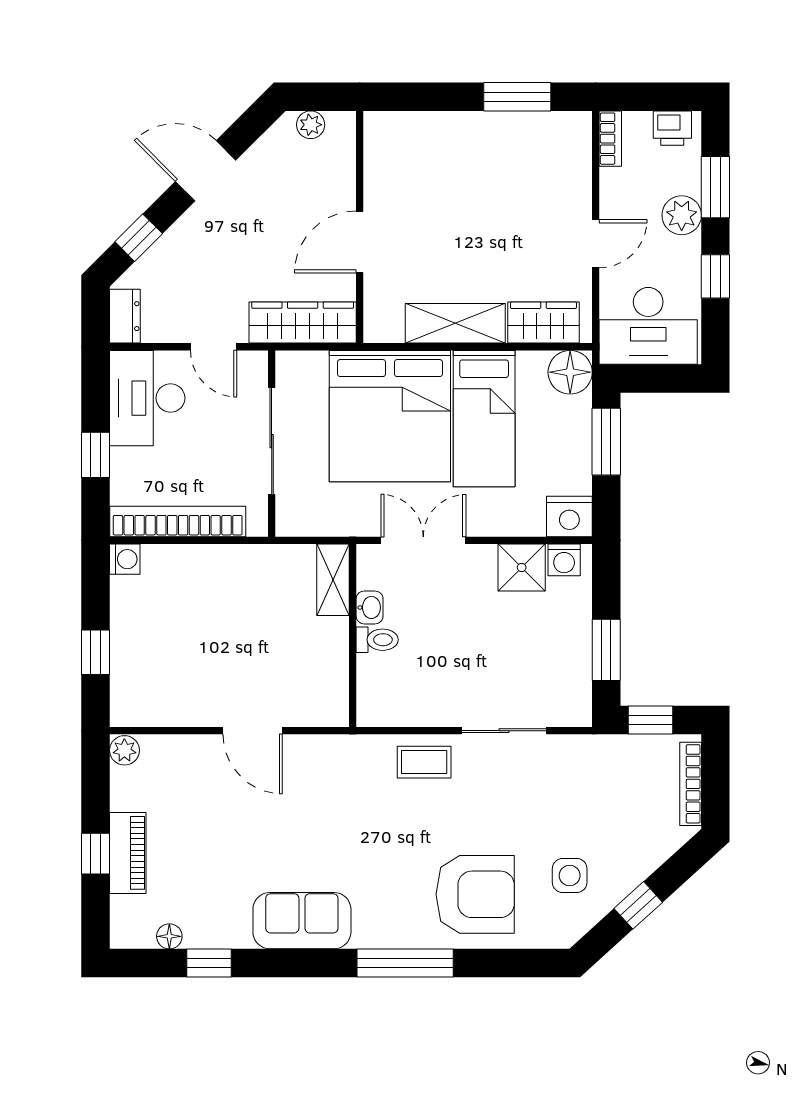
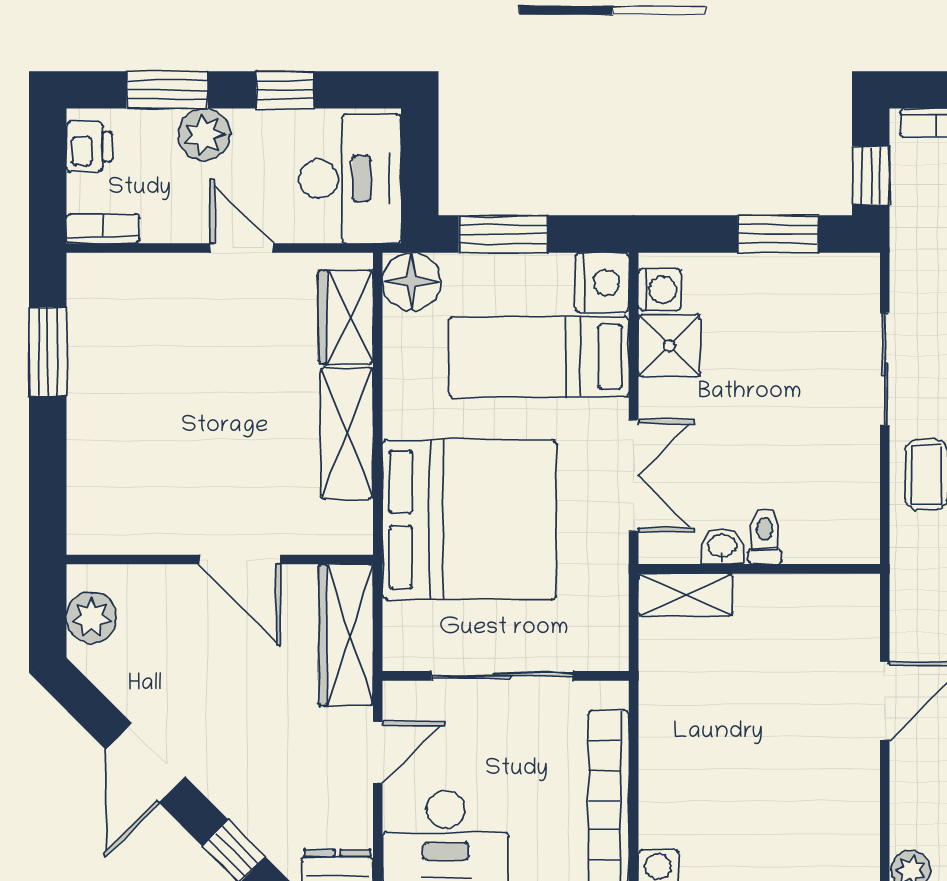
plant: (311, 125) -> (92, 618), width x1.38, depth x1.38
bed: (484, 419) -> (539, 357), moved, turned 180
double door: (423, 540) -> (634, 476), swing flipped

